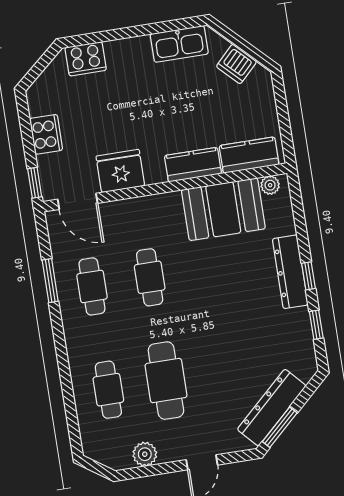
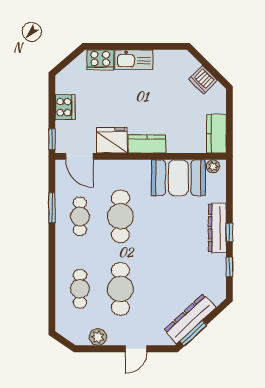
kitchen sink: (179, 44) -> (134, 60), moved
kitchen counter: (249, 155) -> (216, 134), moved, turned -90
kitchen counter: (193, 165) -> (147, 144), moved
cafe table: (150, 277) -> (120, 216), width x1.37, depth x1.35

